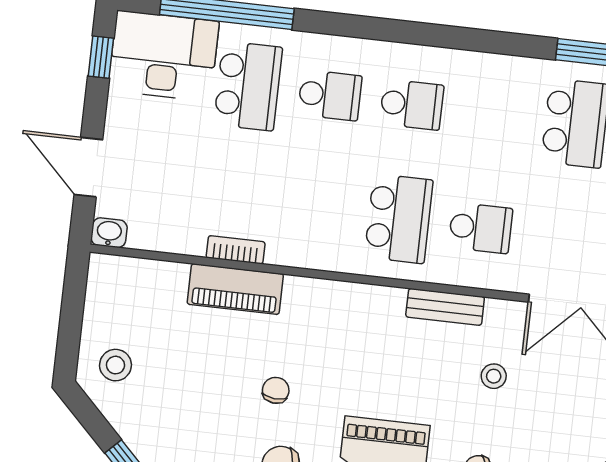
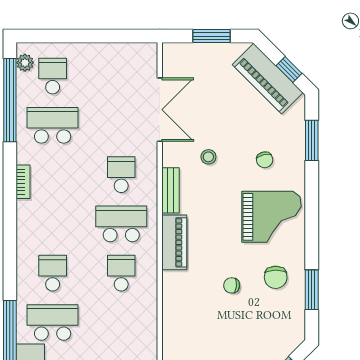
school desk: (412, 105) -> (121, 273), moved
bookcase: (236, 250) -> (23, 182), moved, turned 180
piano: (235, 289) -> (174, 242), moved

